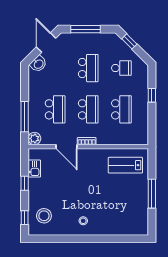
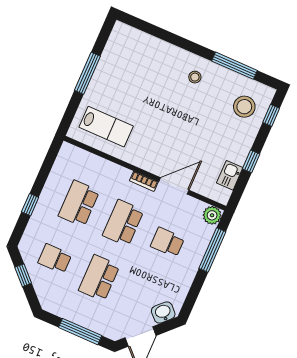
window: (129, 41) -> (23, 275), moved
school desk: (55, 109) -> (167, 242), width x0.54
door: (67, 147) -> (174, 186), hinge flipped
window: (61, 239) -> (234, 66), added

